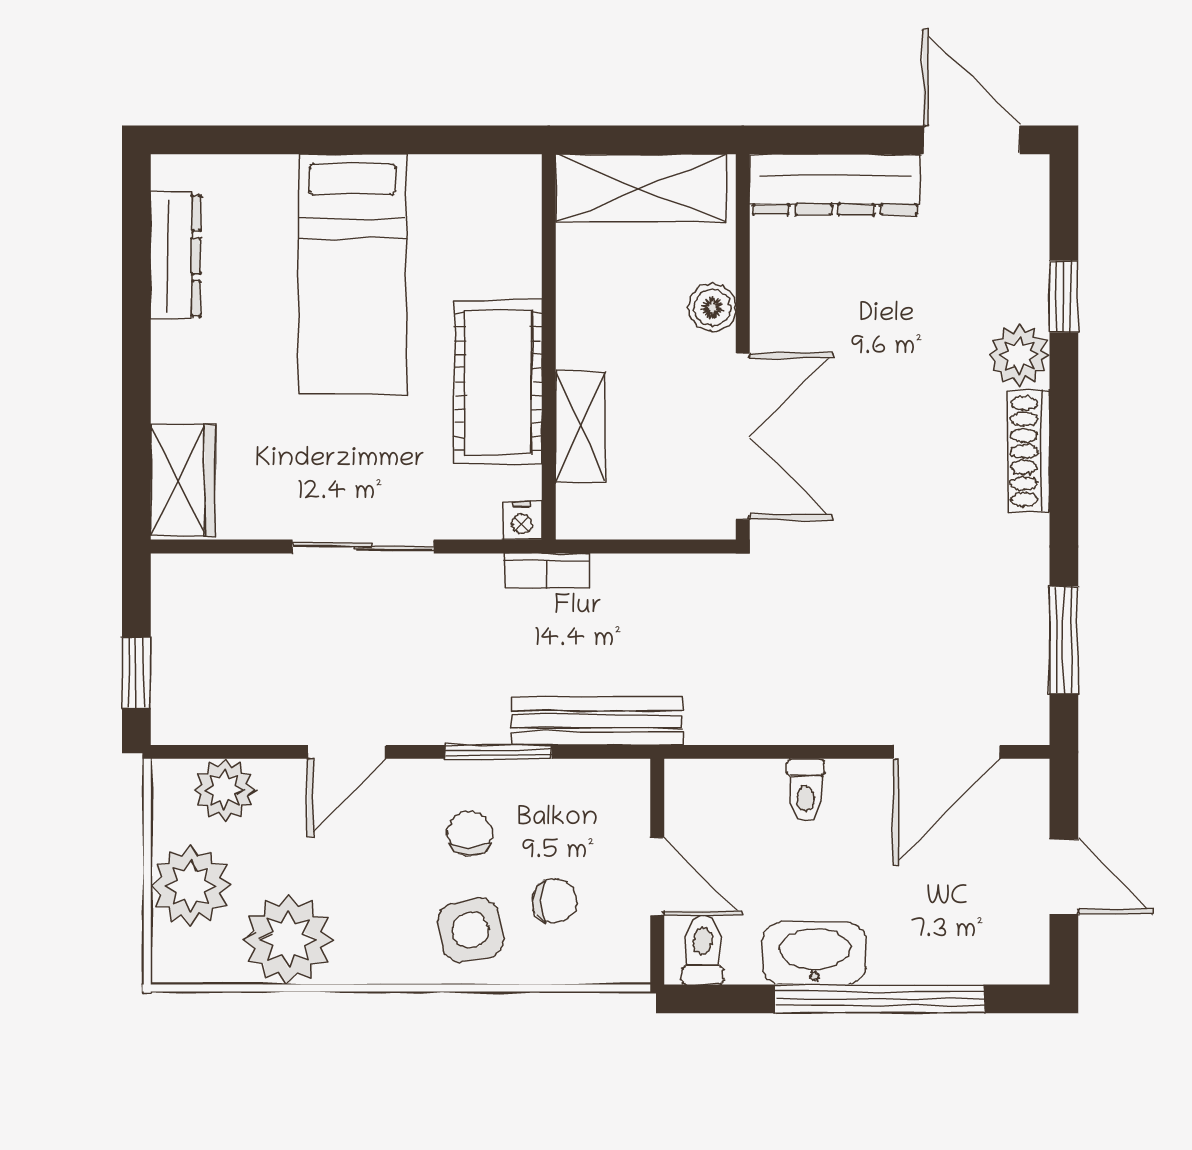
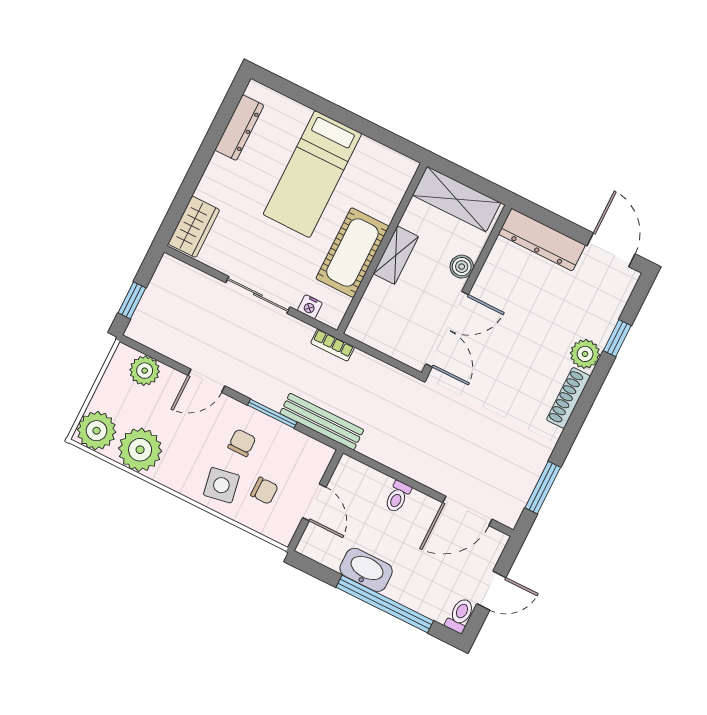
shelving: (581, 427) -> (396, 255), moved
nightstand: (522, 521) -> (310, 307), moved
door: (1064, 877) -> (491, 591), hinge flipped
plant: (191, 886) -> (97, 431), moved
toilet: (703, 951) -> (460, 615), moved

